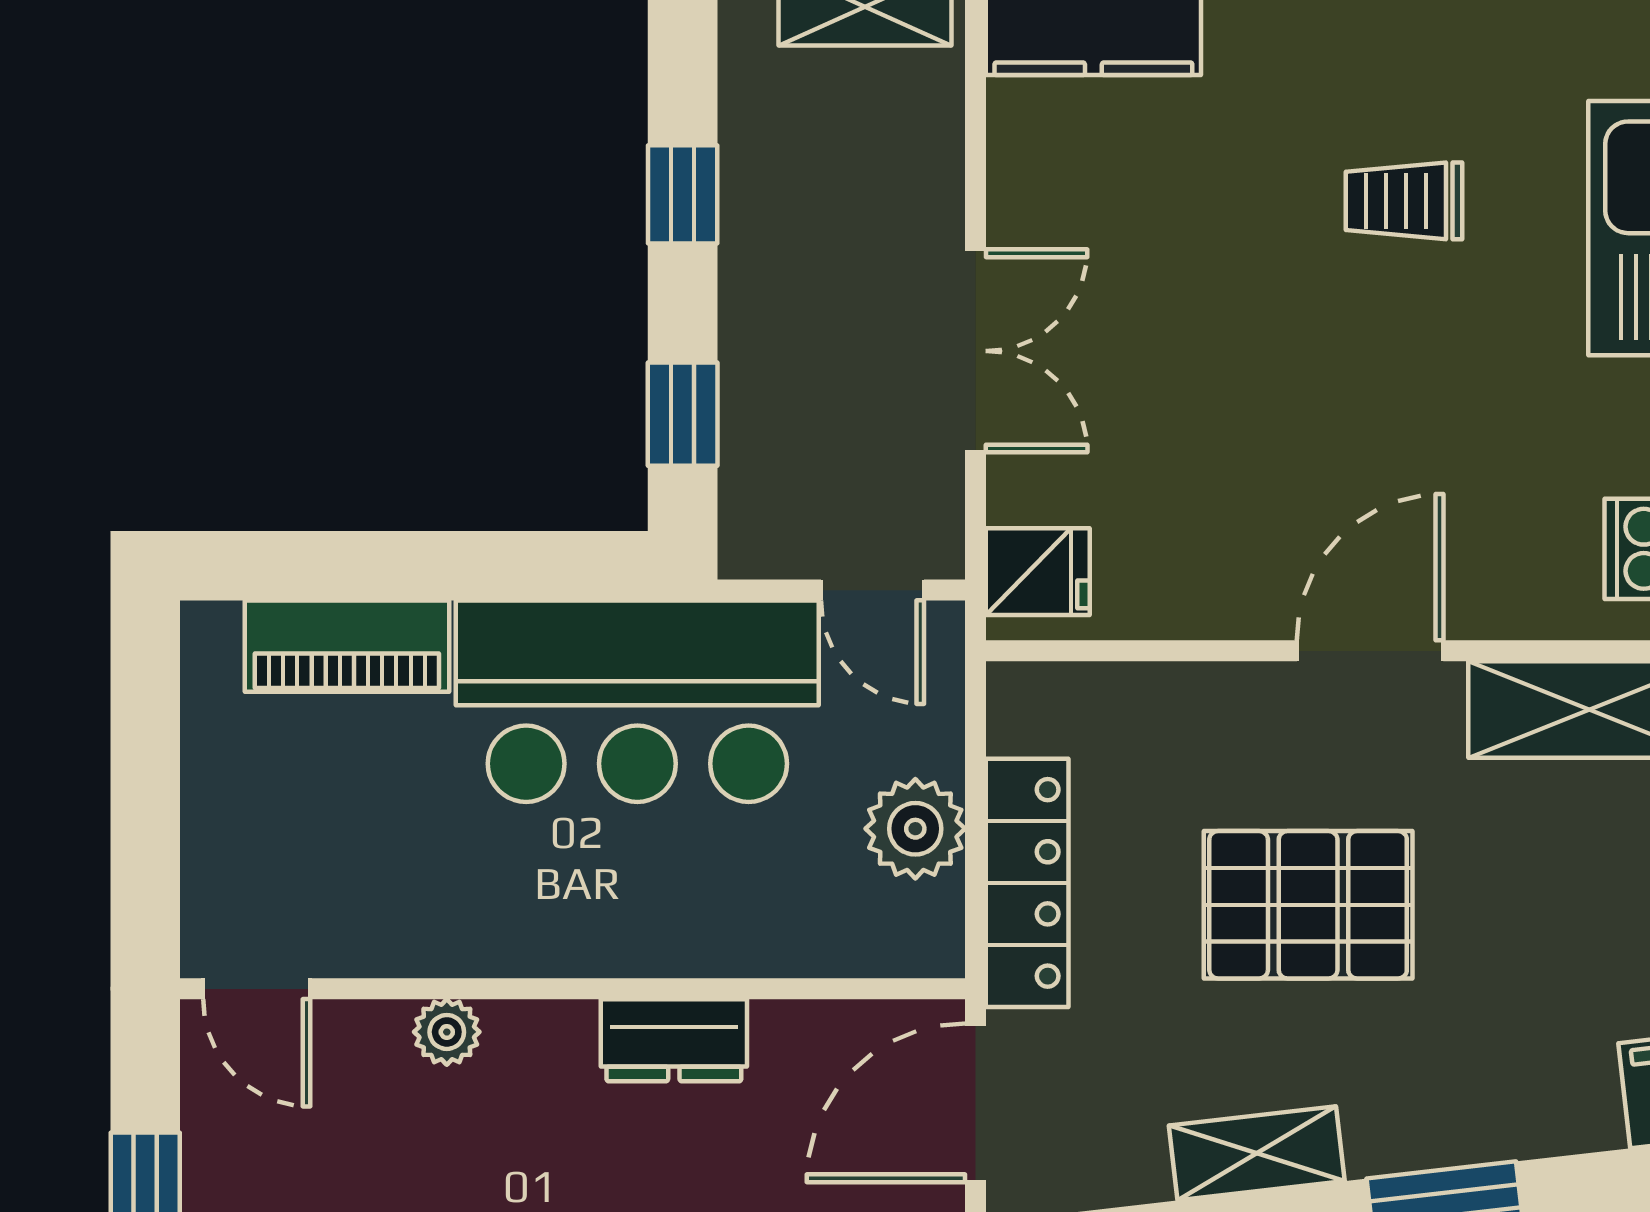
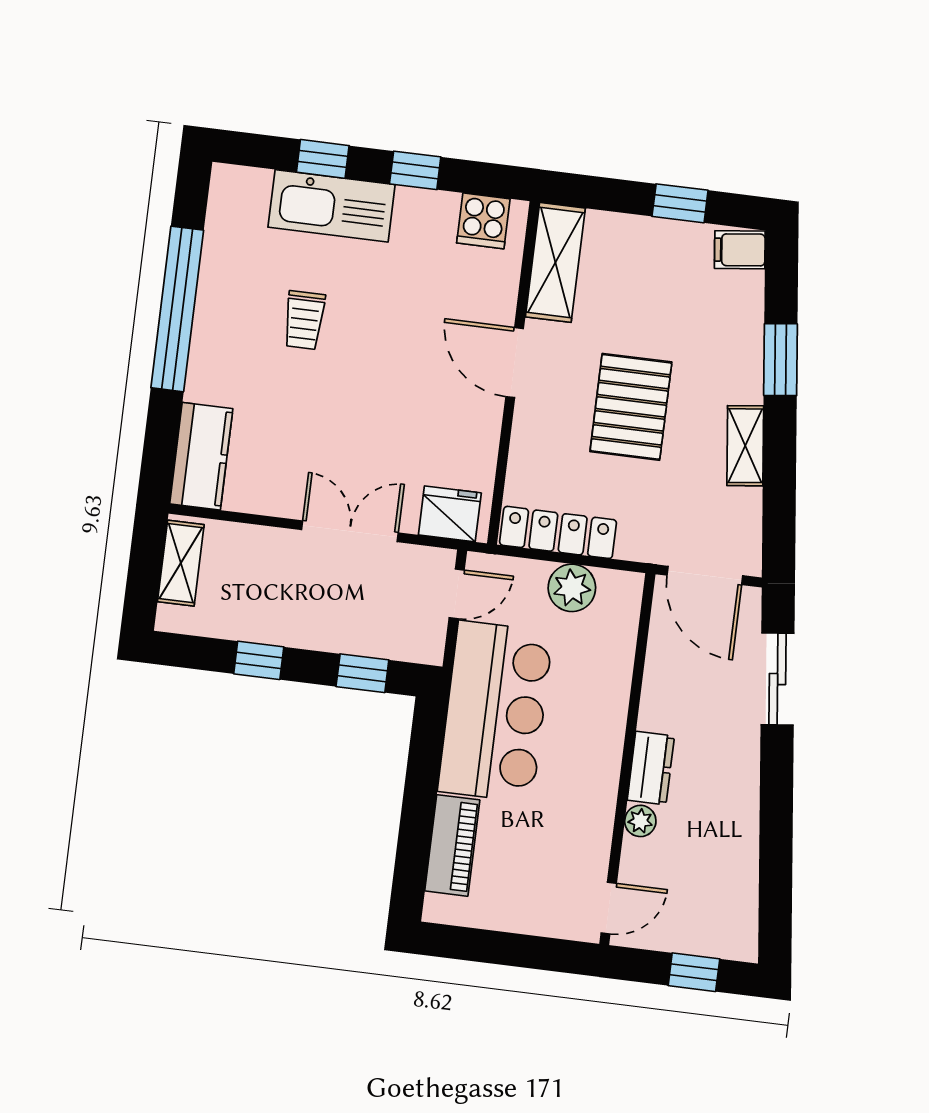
fridge: (1038, 572) -> (450, 514), width x1.38
locker: (1027, 883) -> (558, 532), moved
dresser: (674, 1040) -> (651, 768), moved

